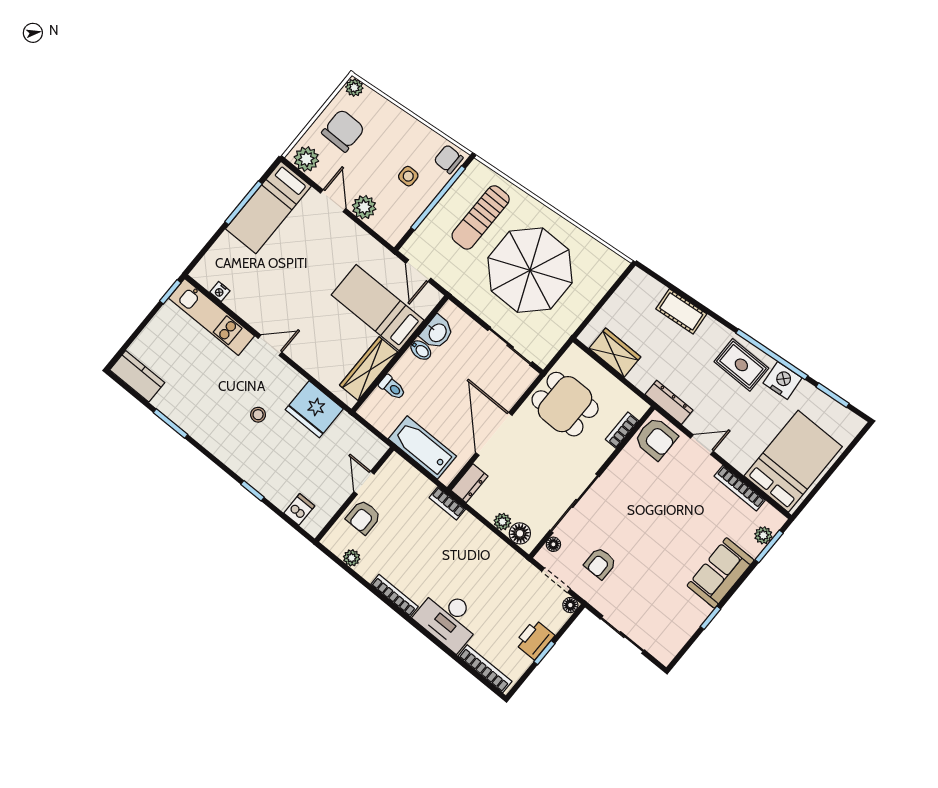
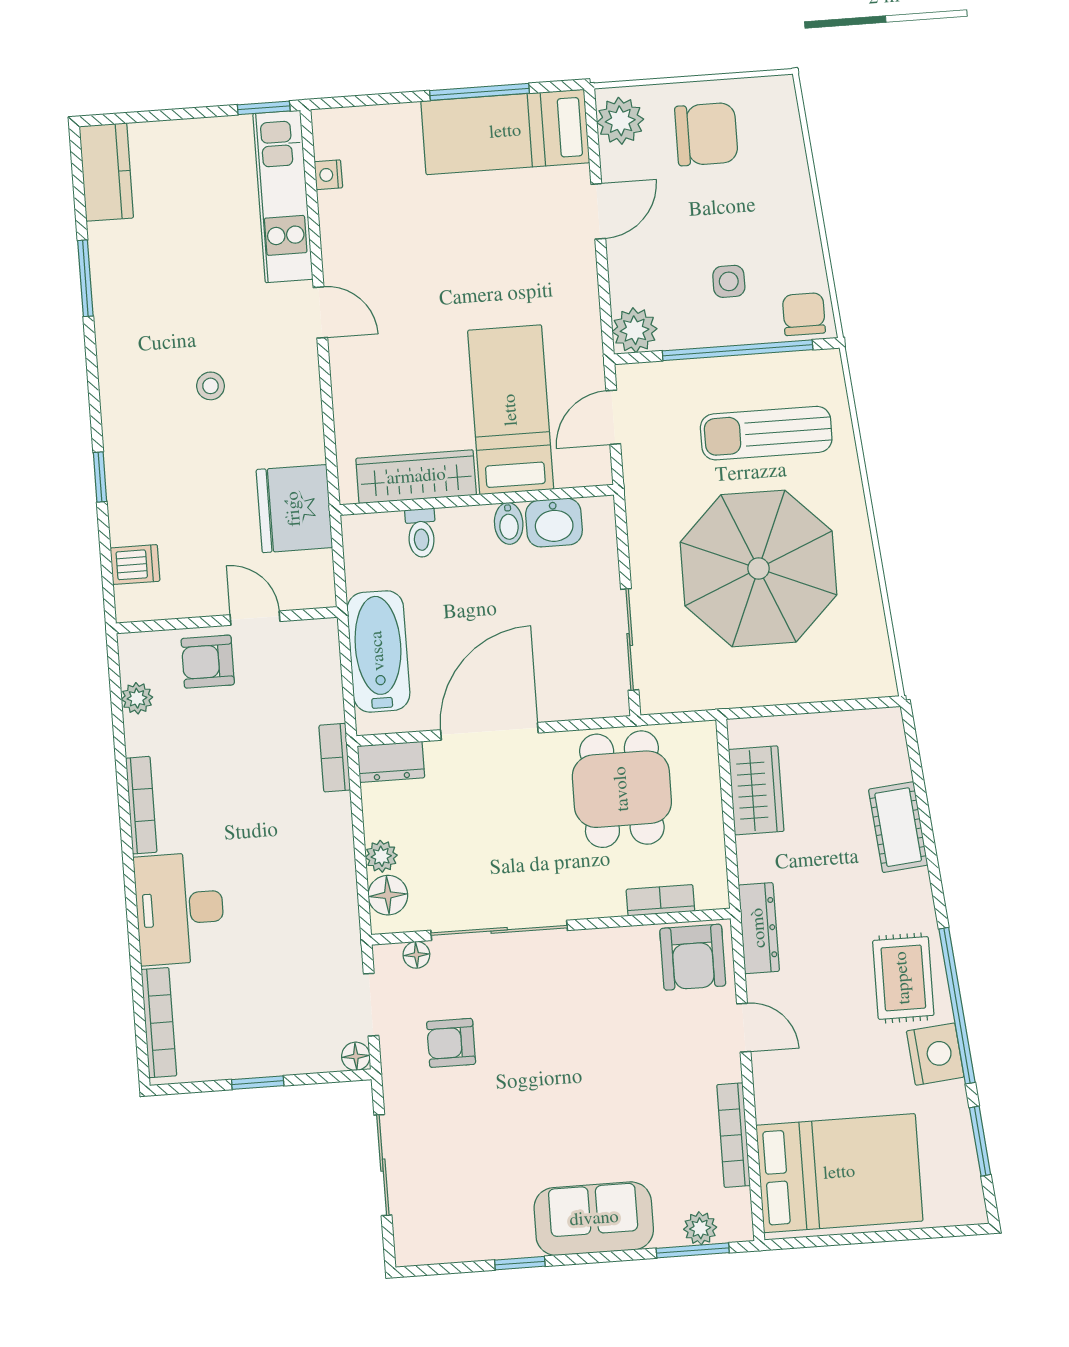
plant: (354, 88) -> (779, 94), removed
plant: (364, 207) -> (635, 330), moved
fridge: (314, 409) -> (294, 509), moved
door: (364, 483) -> (255, 618), hinge flipped
printer: (535, 639) -> (263, 1052), removed

